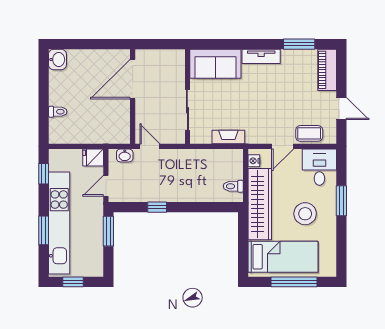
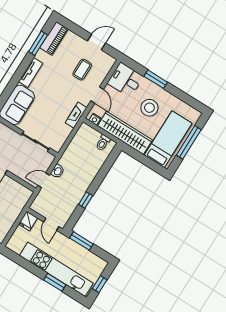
piano: (327, 70) -> (54, 38), moved, turned -90
coffee table: (309, 133) -> (82, 70), moved
fireplace: (228, 137) -> (76, 115), moved
washbasin: (125, 155) -> (57, 171), moved
window: (44, 174) -> (18, 259), removed

